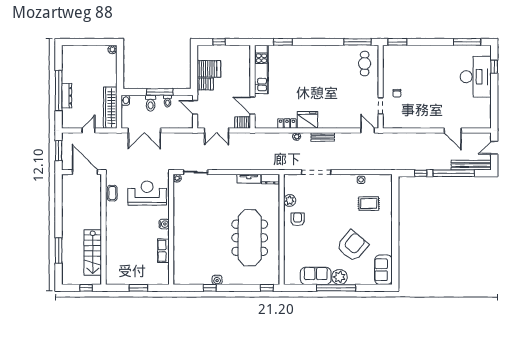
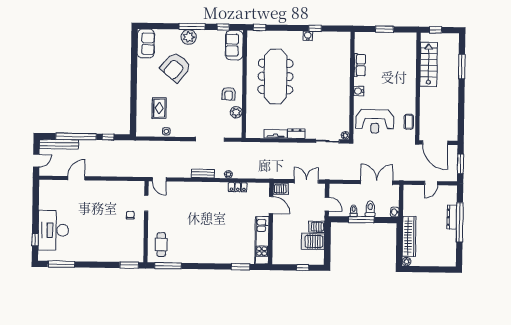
wardrobe: (110, 108) -> (409, 236), moved
fridge: (307, 120) -> (218, 190), removed
door: (453, 130) -> (76, 178), hinge flipped
dresser: (270, 179) -> (296, 134), moved
rug: (369, 204) -> (159, 108), turned 90
sofa: (316, 276) -> (234, 45), moved, turned 90
window: (304, 288) -> (223, 27), added
window: (336, 288) -> (192, 27), width x0.68

